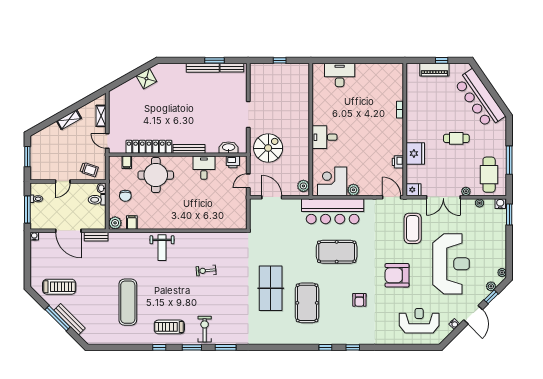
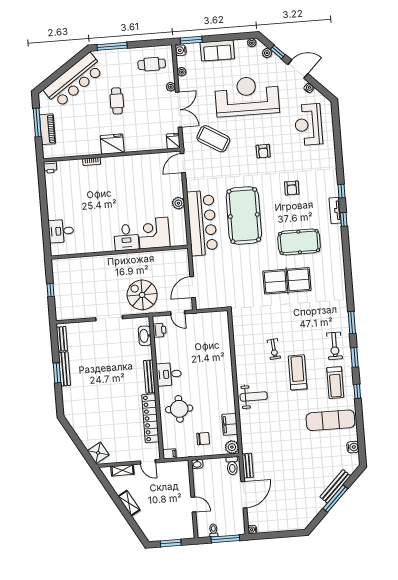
window: (214, 60) -> (57, 373), moved
window: (442, 60) -> (37, 123), width x2.17
desk: (340, 75) -> (61, 231), width x0.73
shower: (146, 79) -> (98, 453), moved
door: (107, 141) -> (148, 462), hinge flipped
fridge: (415, 153) -> (112, 144), moved
window: (509, 160) -> (112, 46), moved
filing cabinet: (127, 162) -> (169, 454), moved
printer: (398, 162) -> (50, 167), moved
desk: (204, 168) -> (169, 374), moved
trolley: (89, 170) -> (179, 478), removed
round table: (156, 175) -> (179, 409), width x0.73, depth x0.73
cafe table: (489, 175) -> (152, 64), width x0.73, depth x0.74
corner desk: (332, 181) -> (154, 233), moved, turned 90
plant: (303, 186) -> (178, 255), removed
toilet: (97, 200) -> (232, 466), moved
filing cabinet: (132, 223) -> (230, 424), width x2.00
coffee table: (413, 228) -> (213, 139), turned 31
sofa: (497, 239) -> (217, 50), added
pool table: (337, 252) -> (244, 216), width x1.36, depth x1.32
armchair: (397, 275) -> (263, 151), width x0.53, depth x0.53
treadmill: (59, 287) -> (298, 372), moved
armchair: (359, 300) -> (292, 188), turned 90
exercise mat: (128, 302) -> (330, 420), moved
exercise bike: (205, 329) -> (335, 346), turned -90
water cooler: (106, 339) -> (353, 447), added
tv unit: (335, 340) -> (335, 211), added

